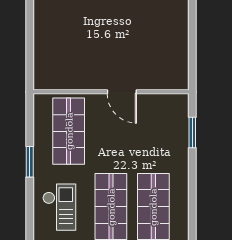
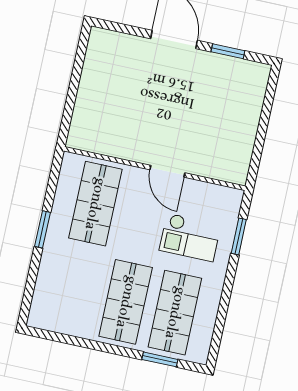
checkout: (59, 207) -> (190, 237), moved, turned 90

